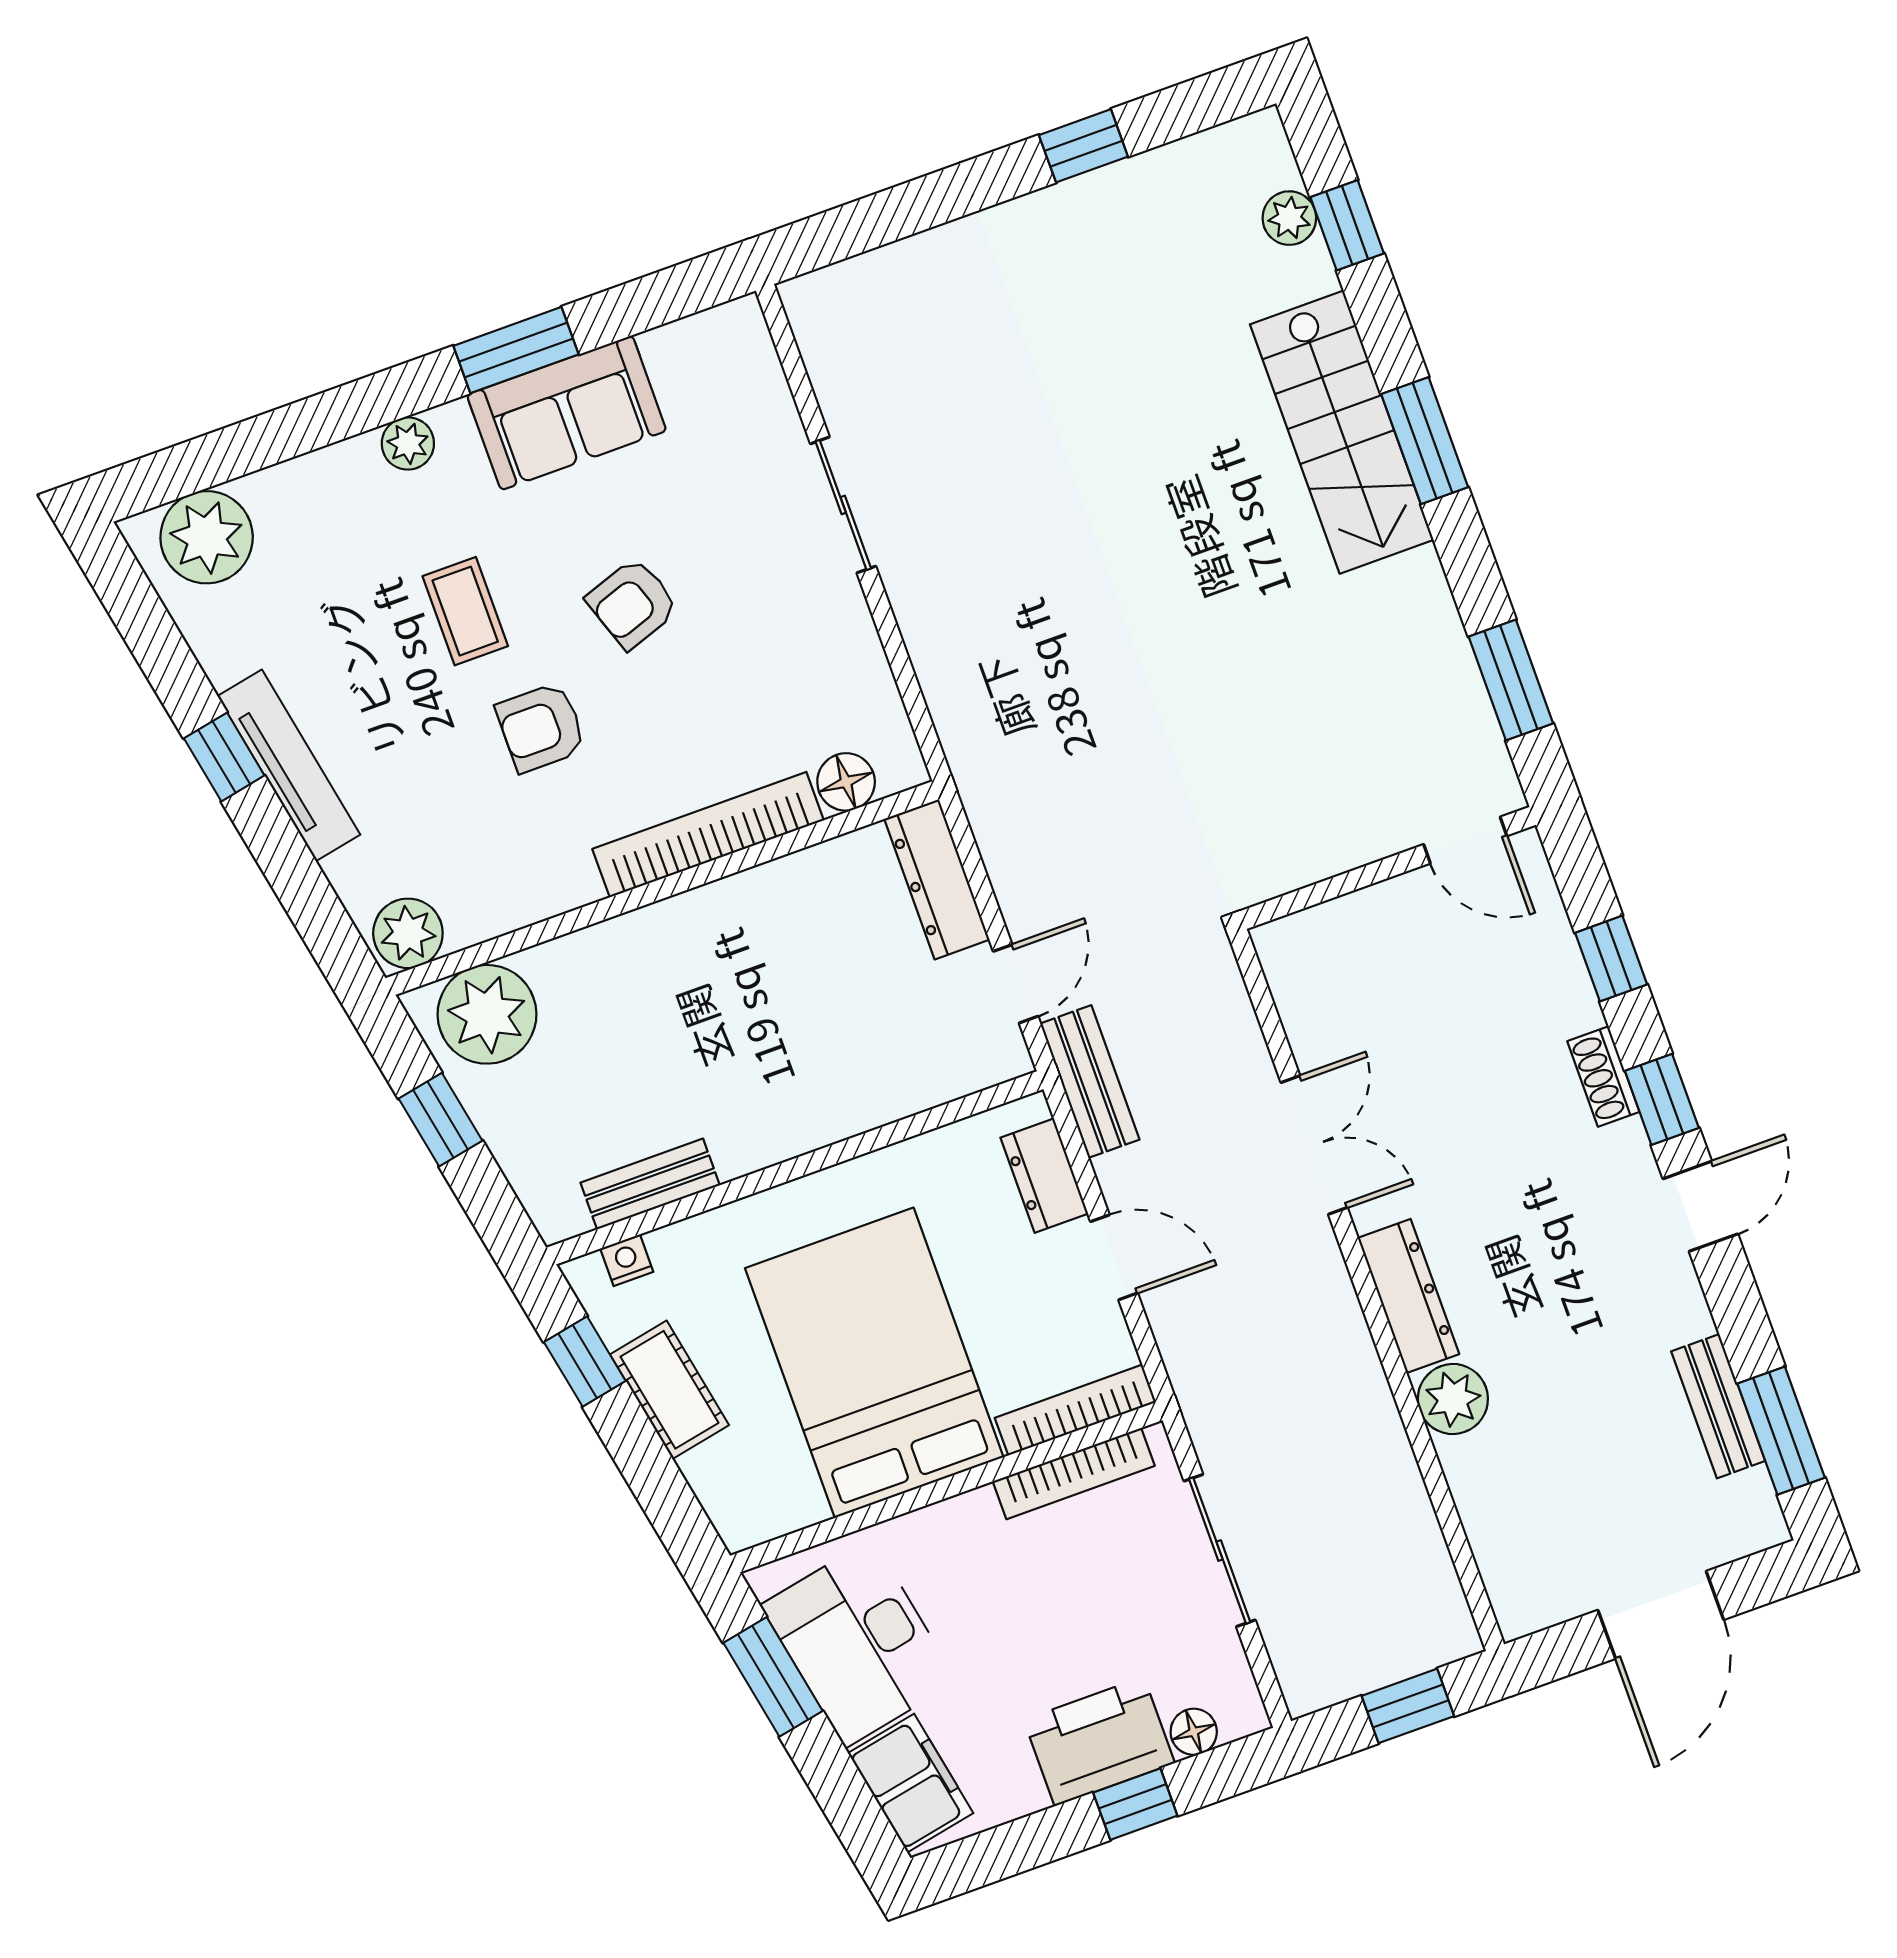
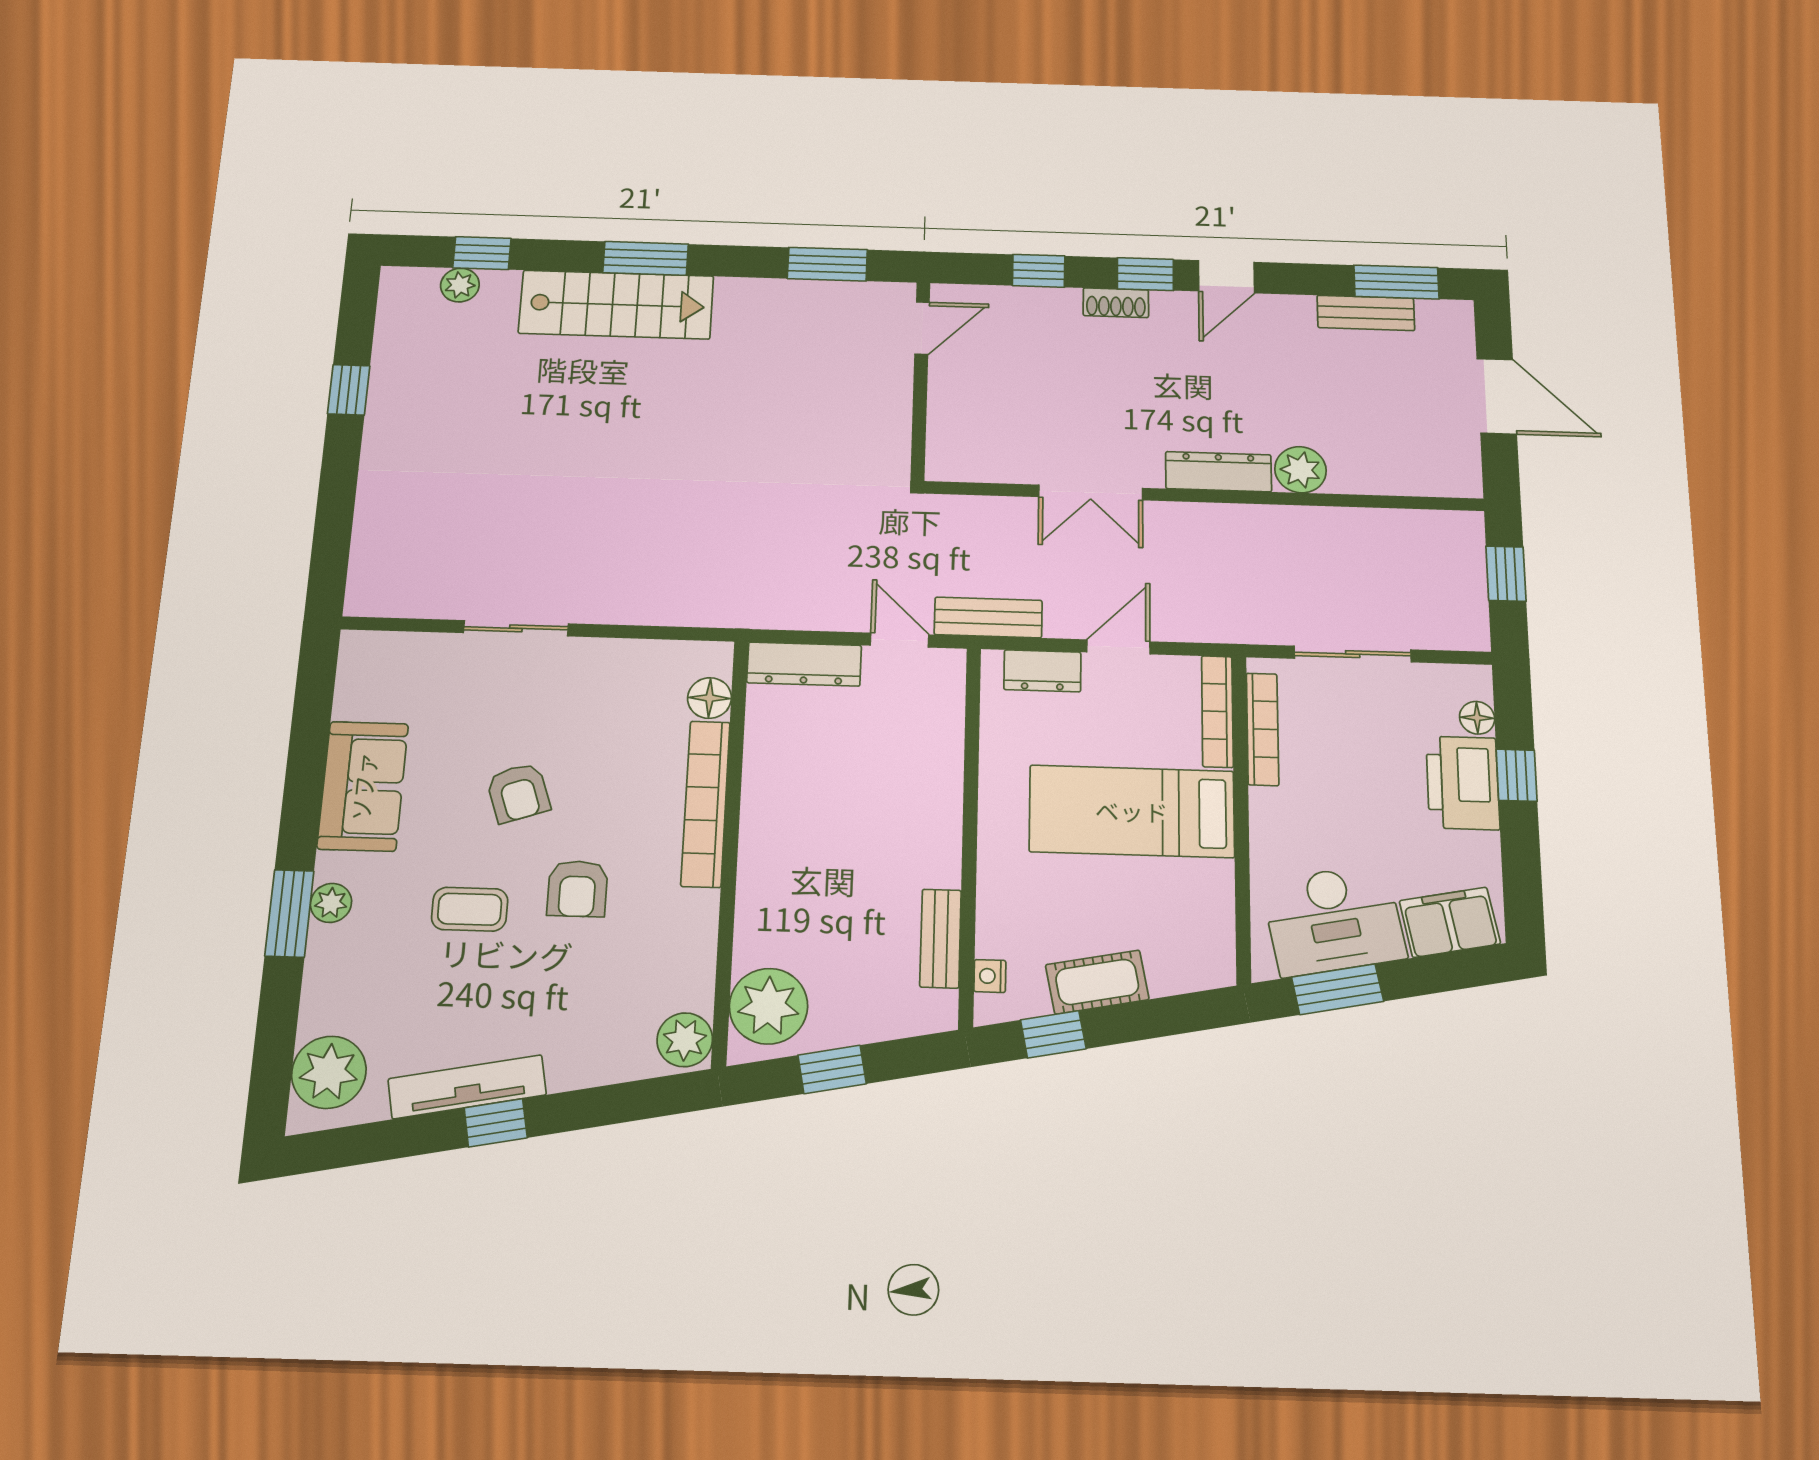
window: (516, 350) -> (289, 913), moved
tv unit: (289, 765) -> (467, 1087), moved
double door: (1314, 1145) -> (1091, 493), swing flipped
door: (1700, 1206) -> (1226, 277), swing flipped
bed: (874, 1363) -> (1132, 811), width x0.67

